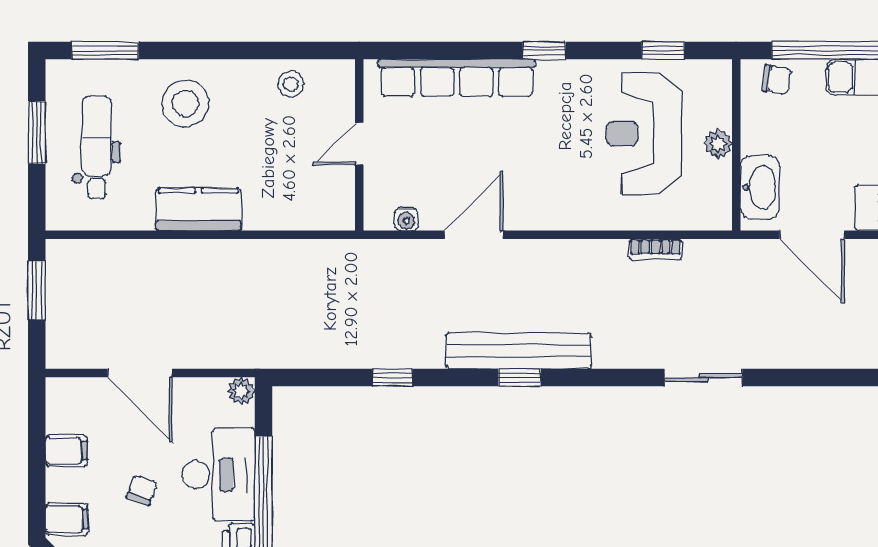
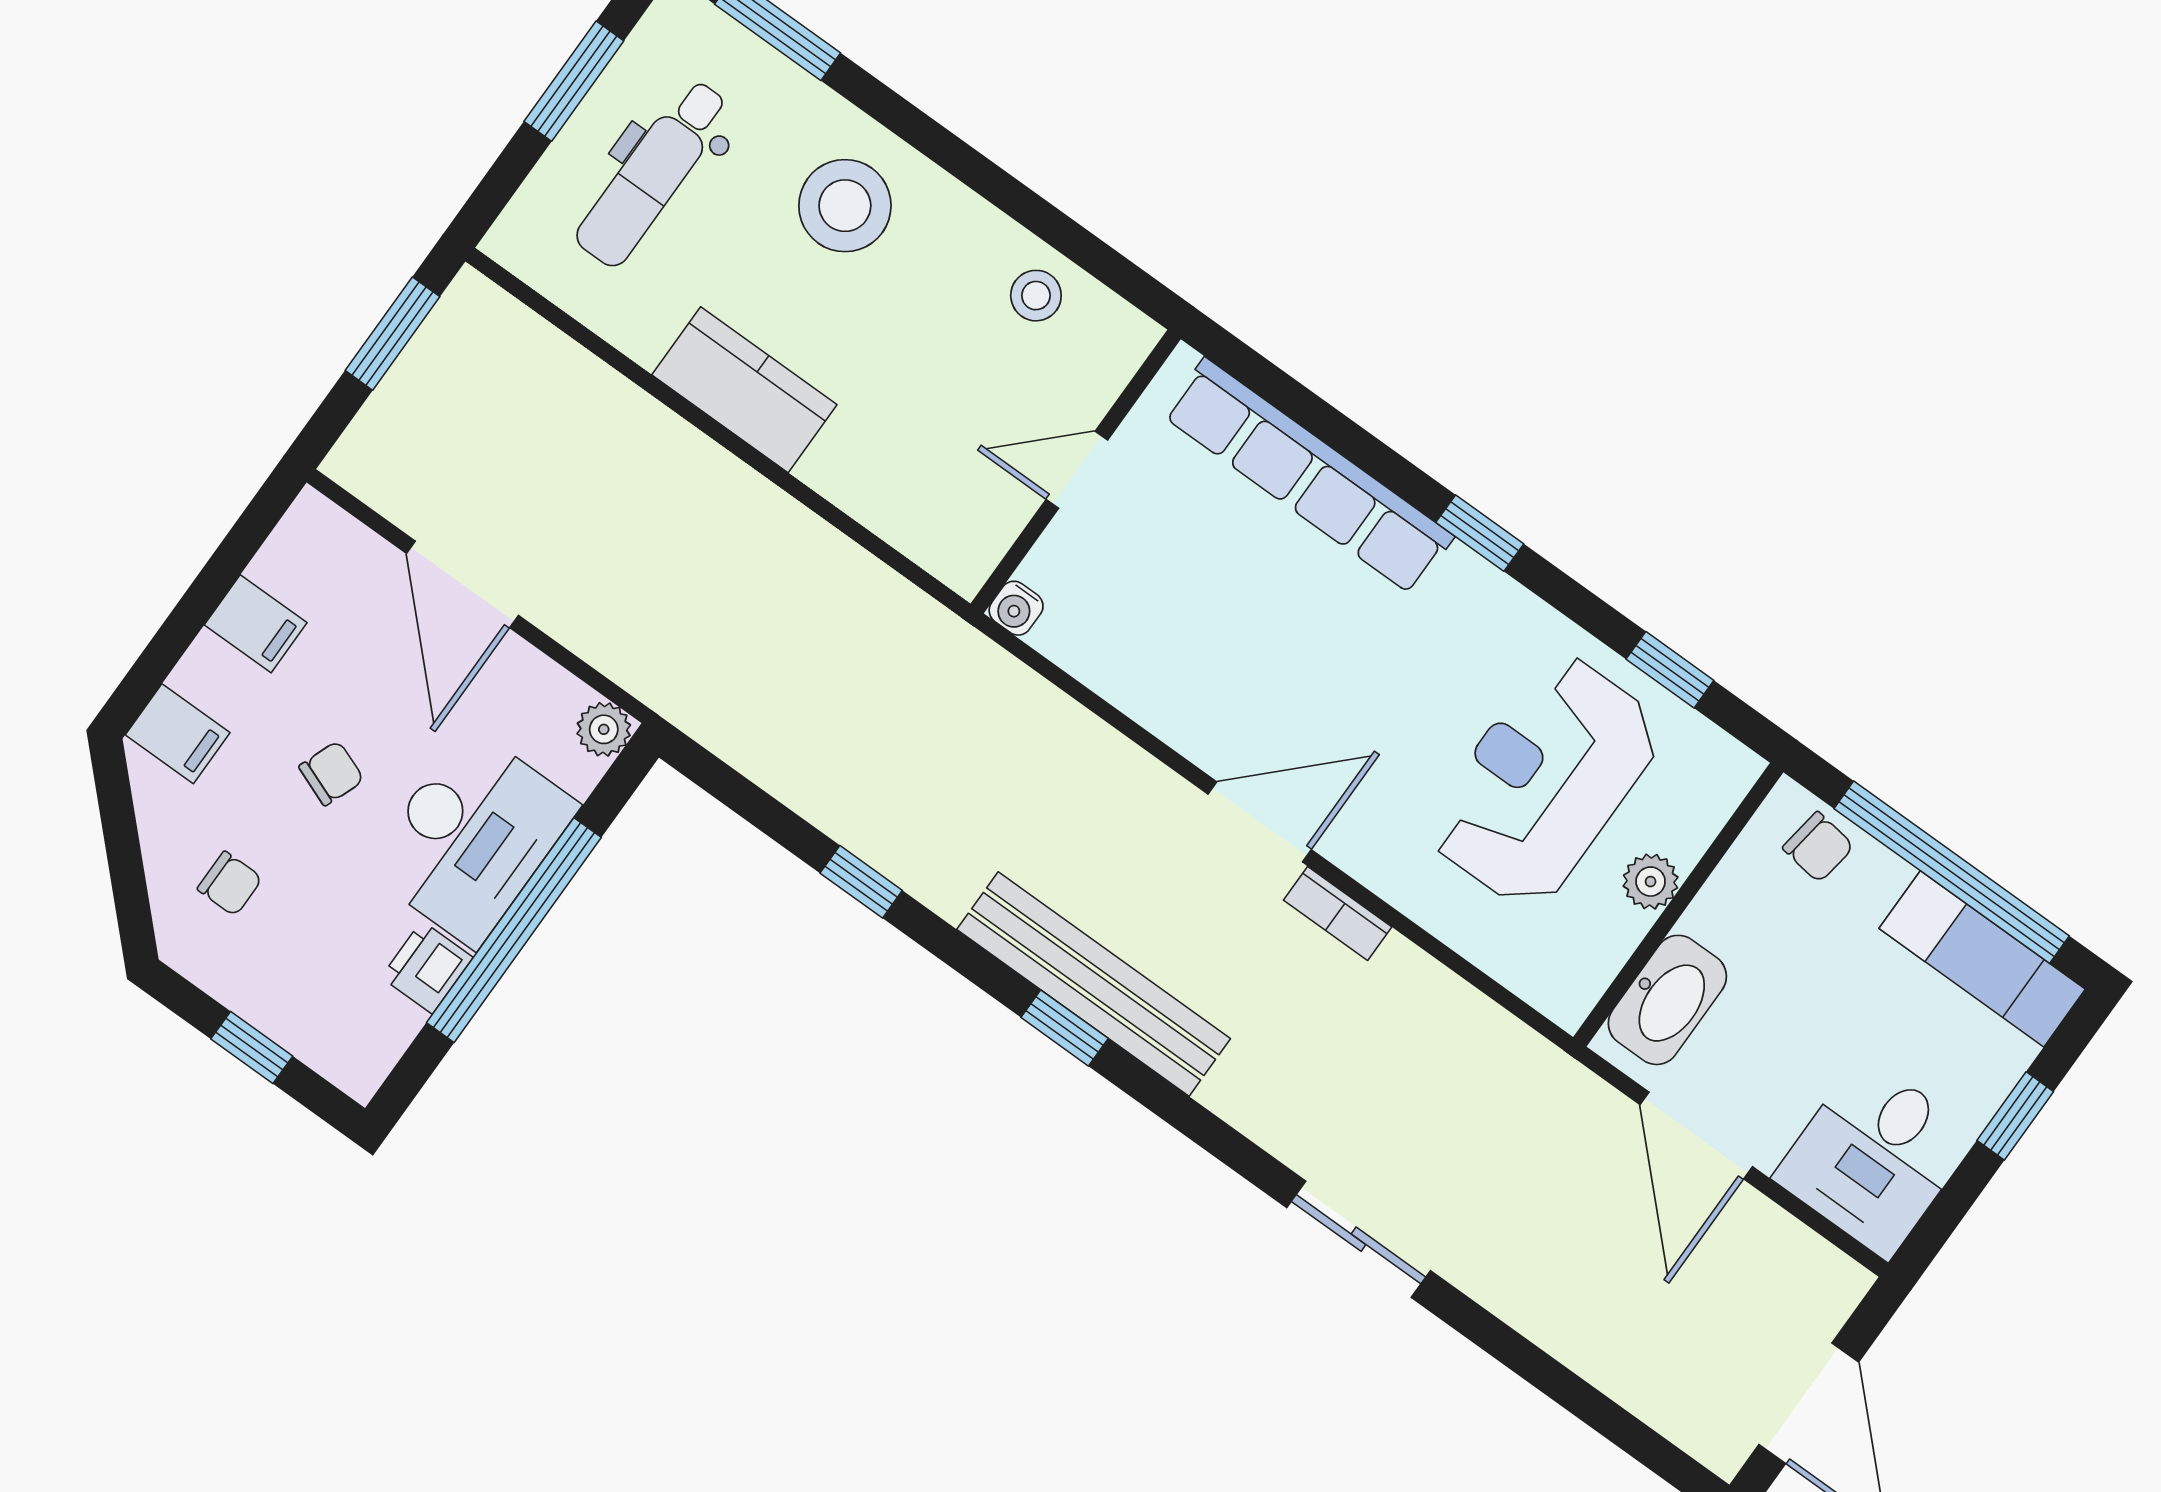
dental chair: (97, 147) -> (653, 173), turned 180
water cooler: (406, 219) -> (1016, 608), moved
door: (474, 235) -> (1260, 822), moved
bookcase: (655, 249) -> (1338, 913), moved

